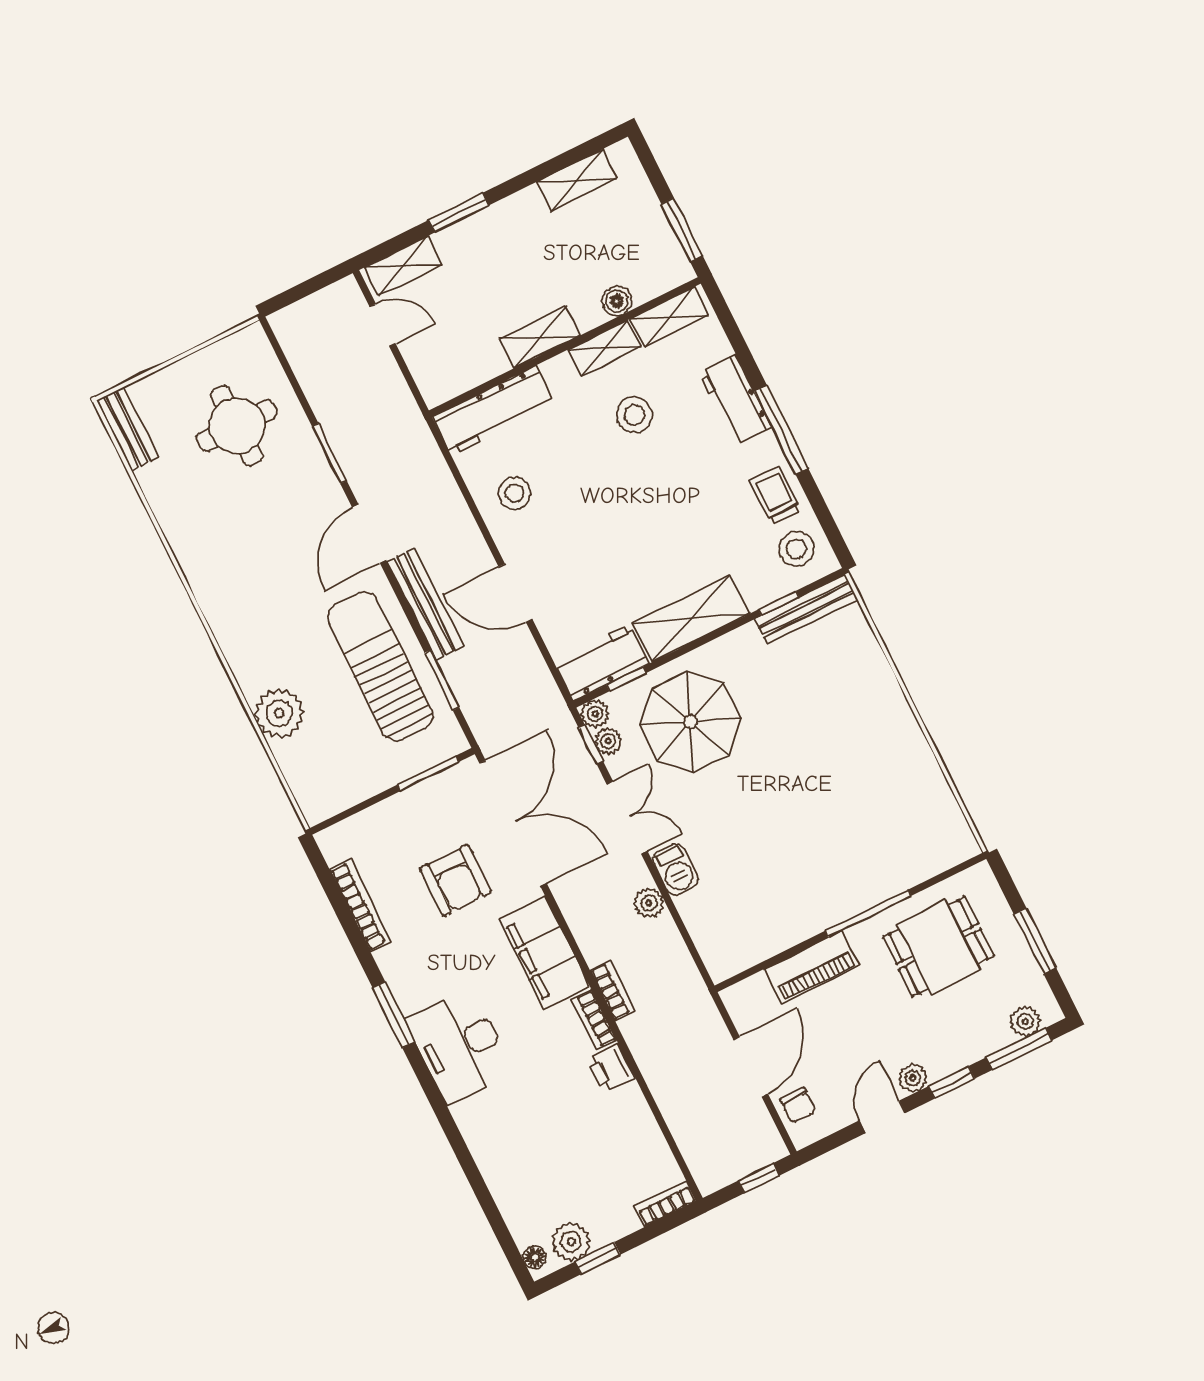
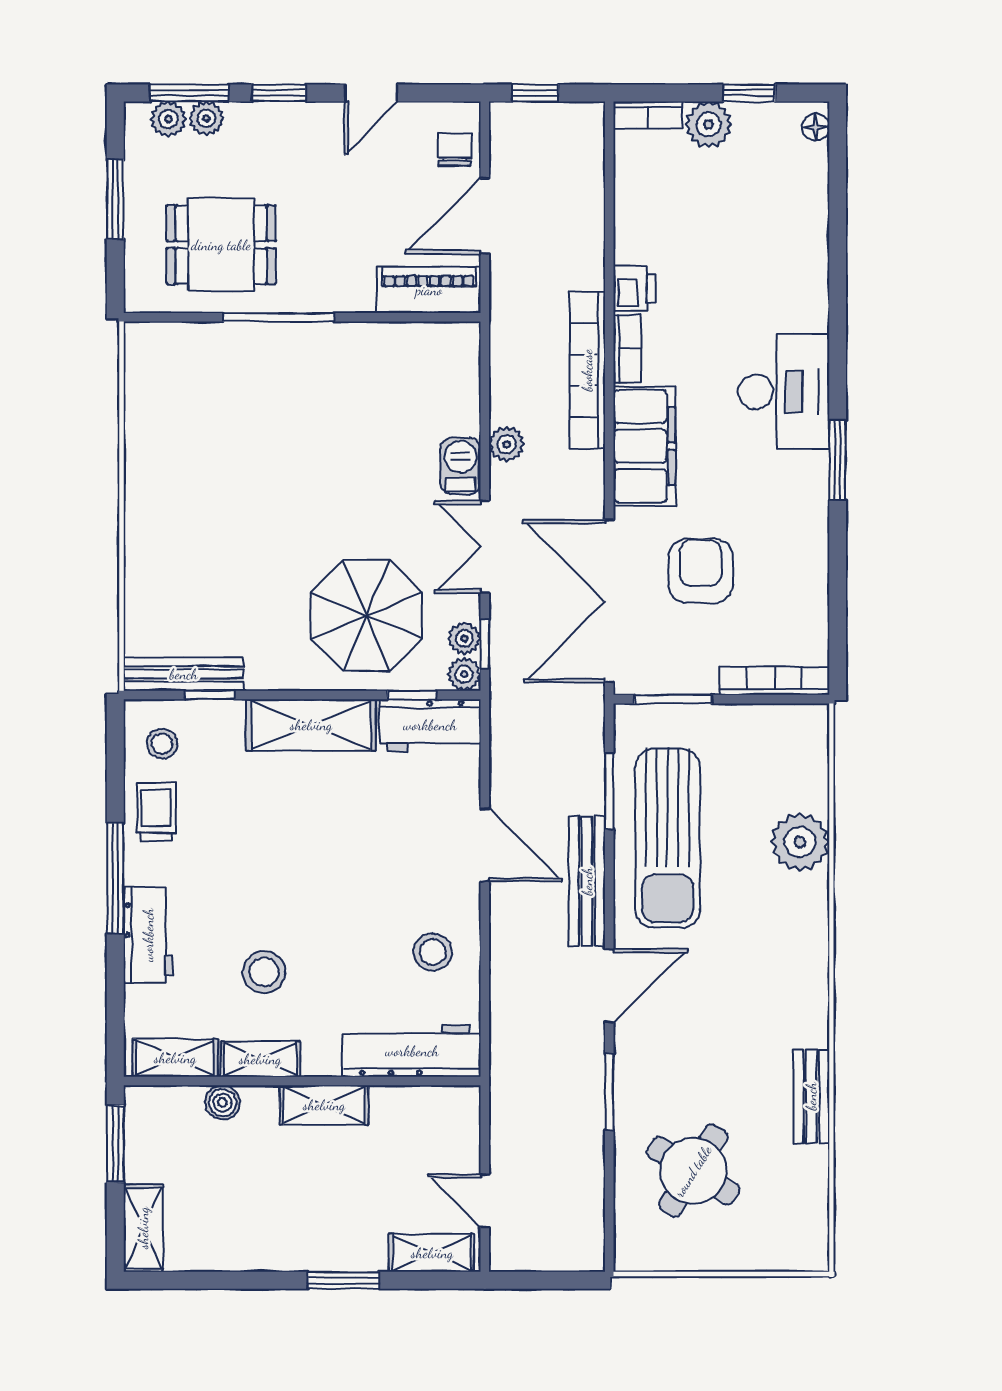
shelving: (577, 180) -> (143, 1228), moved, turned 90
round table: (237, 426) -> (693, 1171), turned 32
bench: (127, 429) -> (811, 1096), moved
trolley: (775, 495) -> (156, 812), turned 180
stool: (796, 549) -> (162, 744), width x0.73, depth x0.73
bookcase: (360, 905) -> (774, 681), moved, turned 90
piano: (812, 967) -> (429, 290), moved
bookcase: (613, 990) -> (587, 370), width x2.31, depth x1.31
plant: (913, 1078) -> (206, 118), moved
plant: (571, 1242) -> (709, 124), moved

